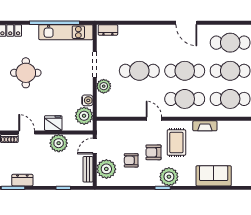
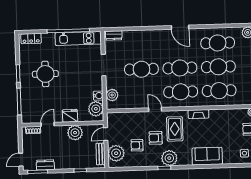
plant: (104, 86) -> (112, 95), moved
door: (27, 132) -> (48, 124), hinge flipped

